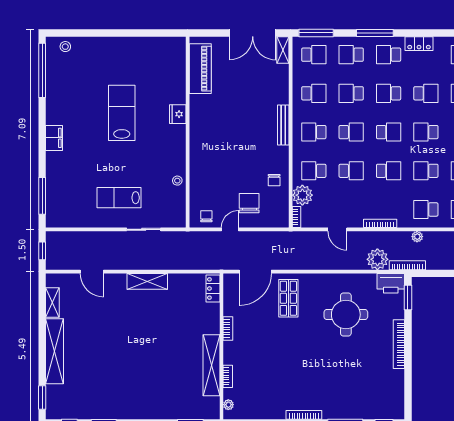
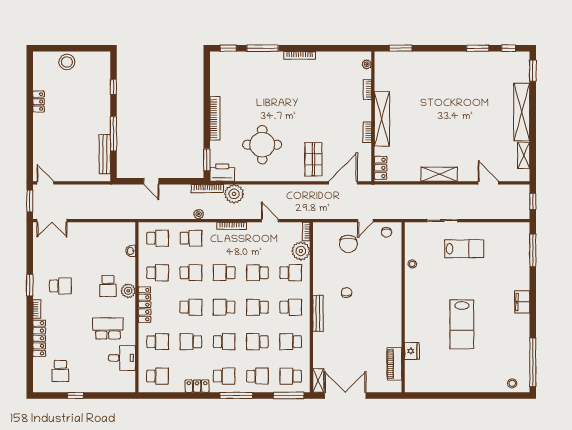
piano: (200, 69) -> (394, 364), width x0.73, depth x0.75
school desk: (351, 93) -> (257, 342), turned 180
fridge: (178, 114) -> (412, 351), moved
chair: (274, 180) -> (347, 293), moved
shelving: (211, 365) -> (382, 119), moved

